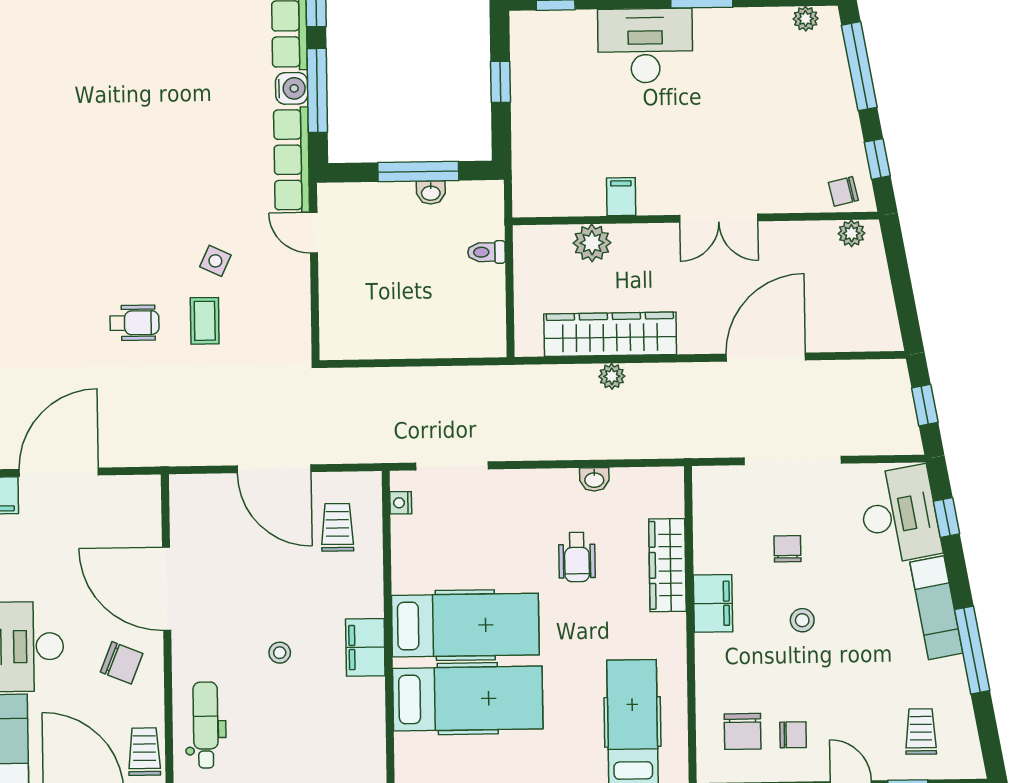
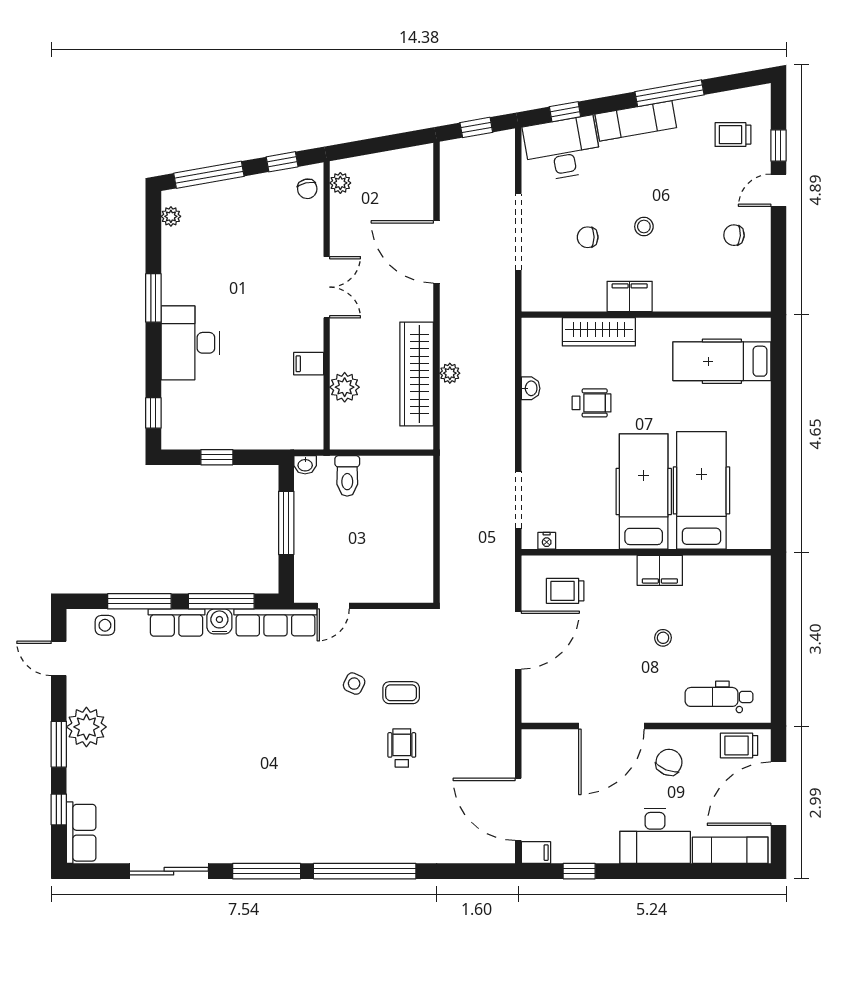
washbasin: (431, 193) -> (305, 465), moved, turned 90
toilet: (486, 252) -> (347, 476), width x1.37, depth x1.39
chair: (743, 731) -> (731, 275), removed
chair: (793, 735) -> (734, 235), turned -86

